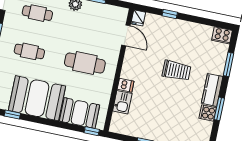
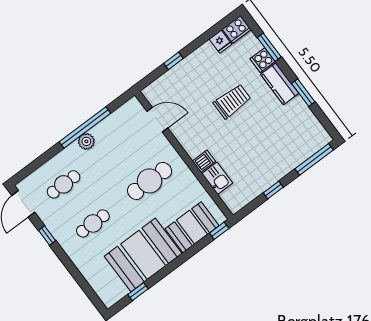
fridge: (138, 18) -> (220, 42), moved
cooker: (208, 113) -> (262, 60), moved

